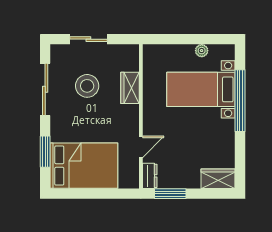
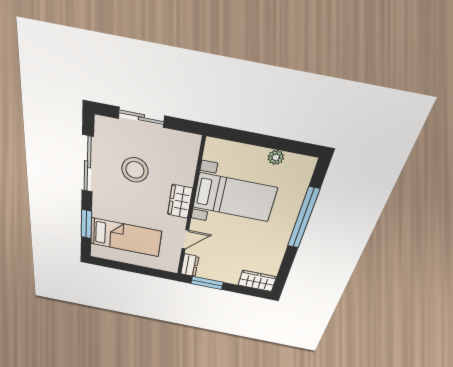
wardrobe: (130, 88) -> (180, 201), moved
bed with nightstands: (201, 89) -> (234, 198), moved, turned 180
bed: (84, 166) -> (126, 237), width x0.67

